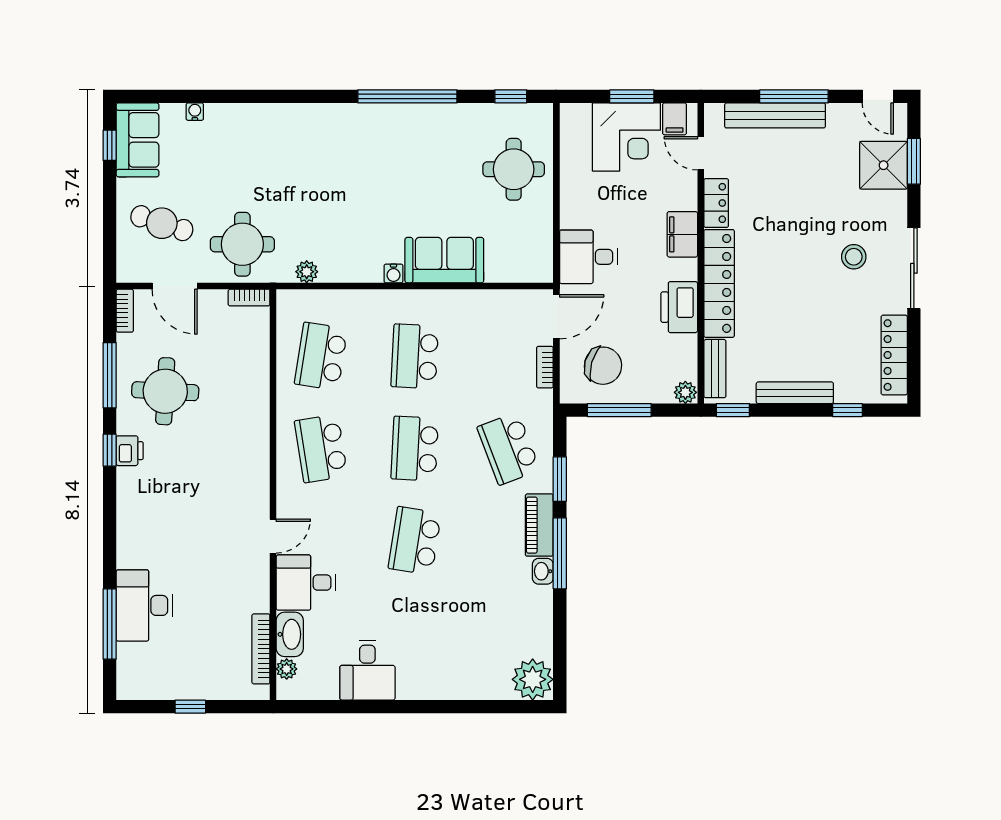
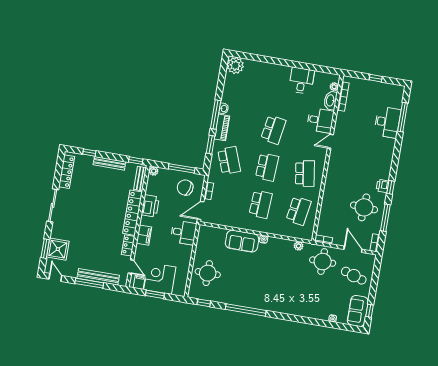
stool: (854, 257) -> (76, 214), removed

